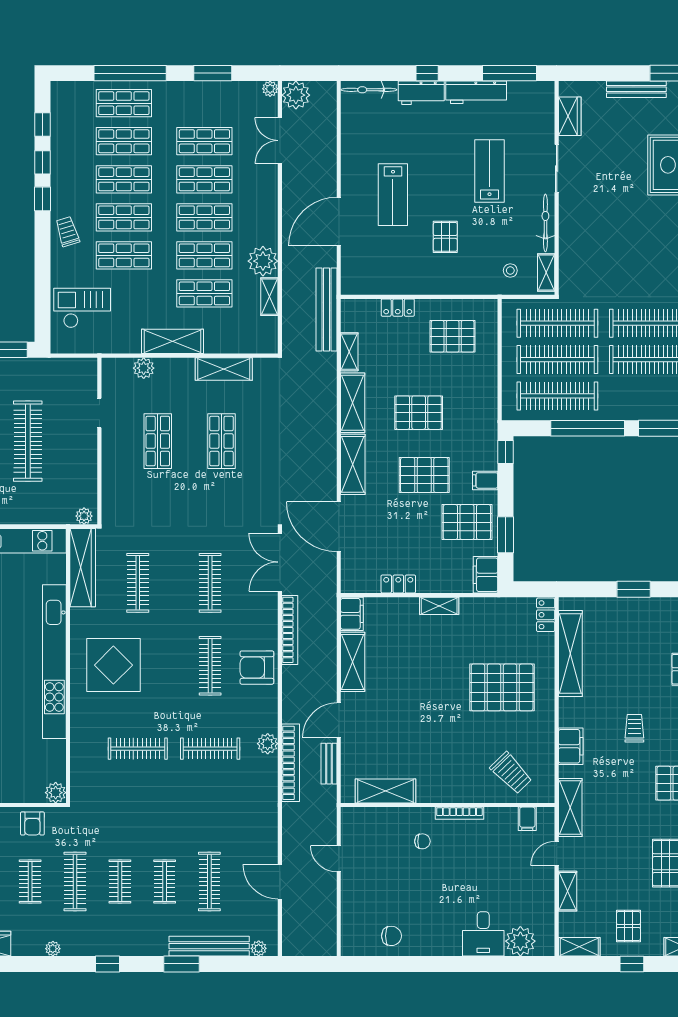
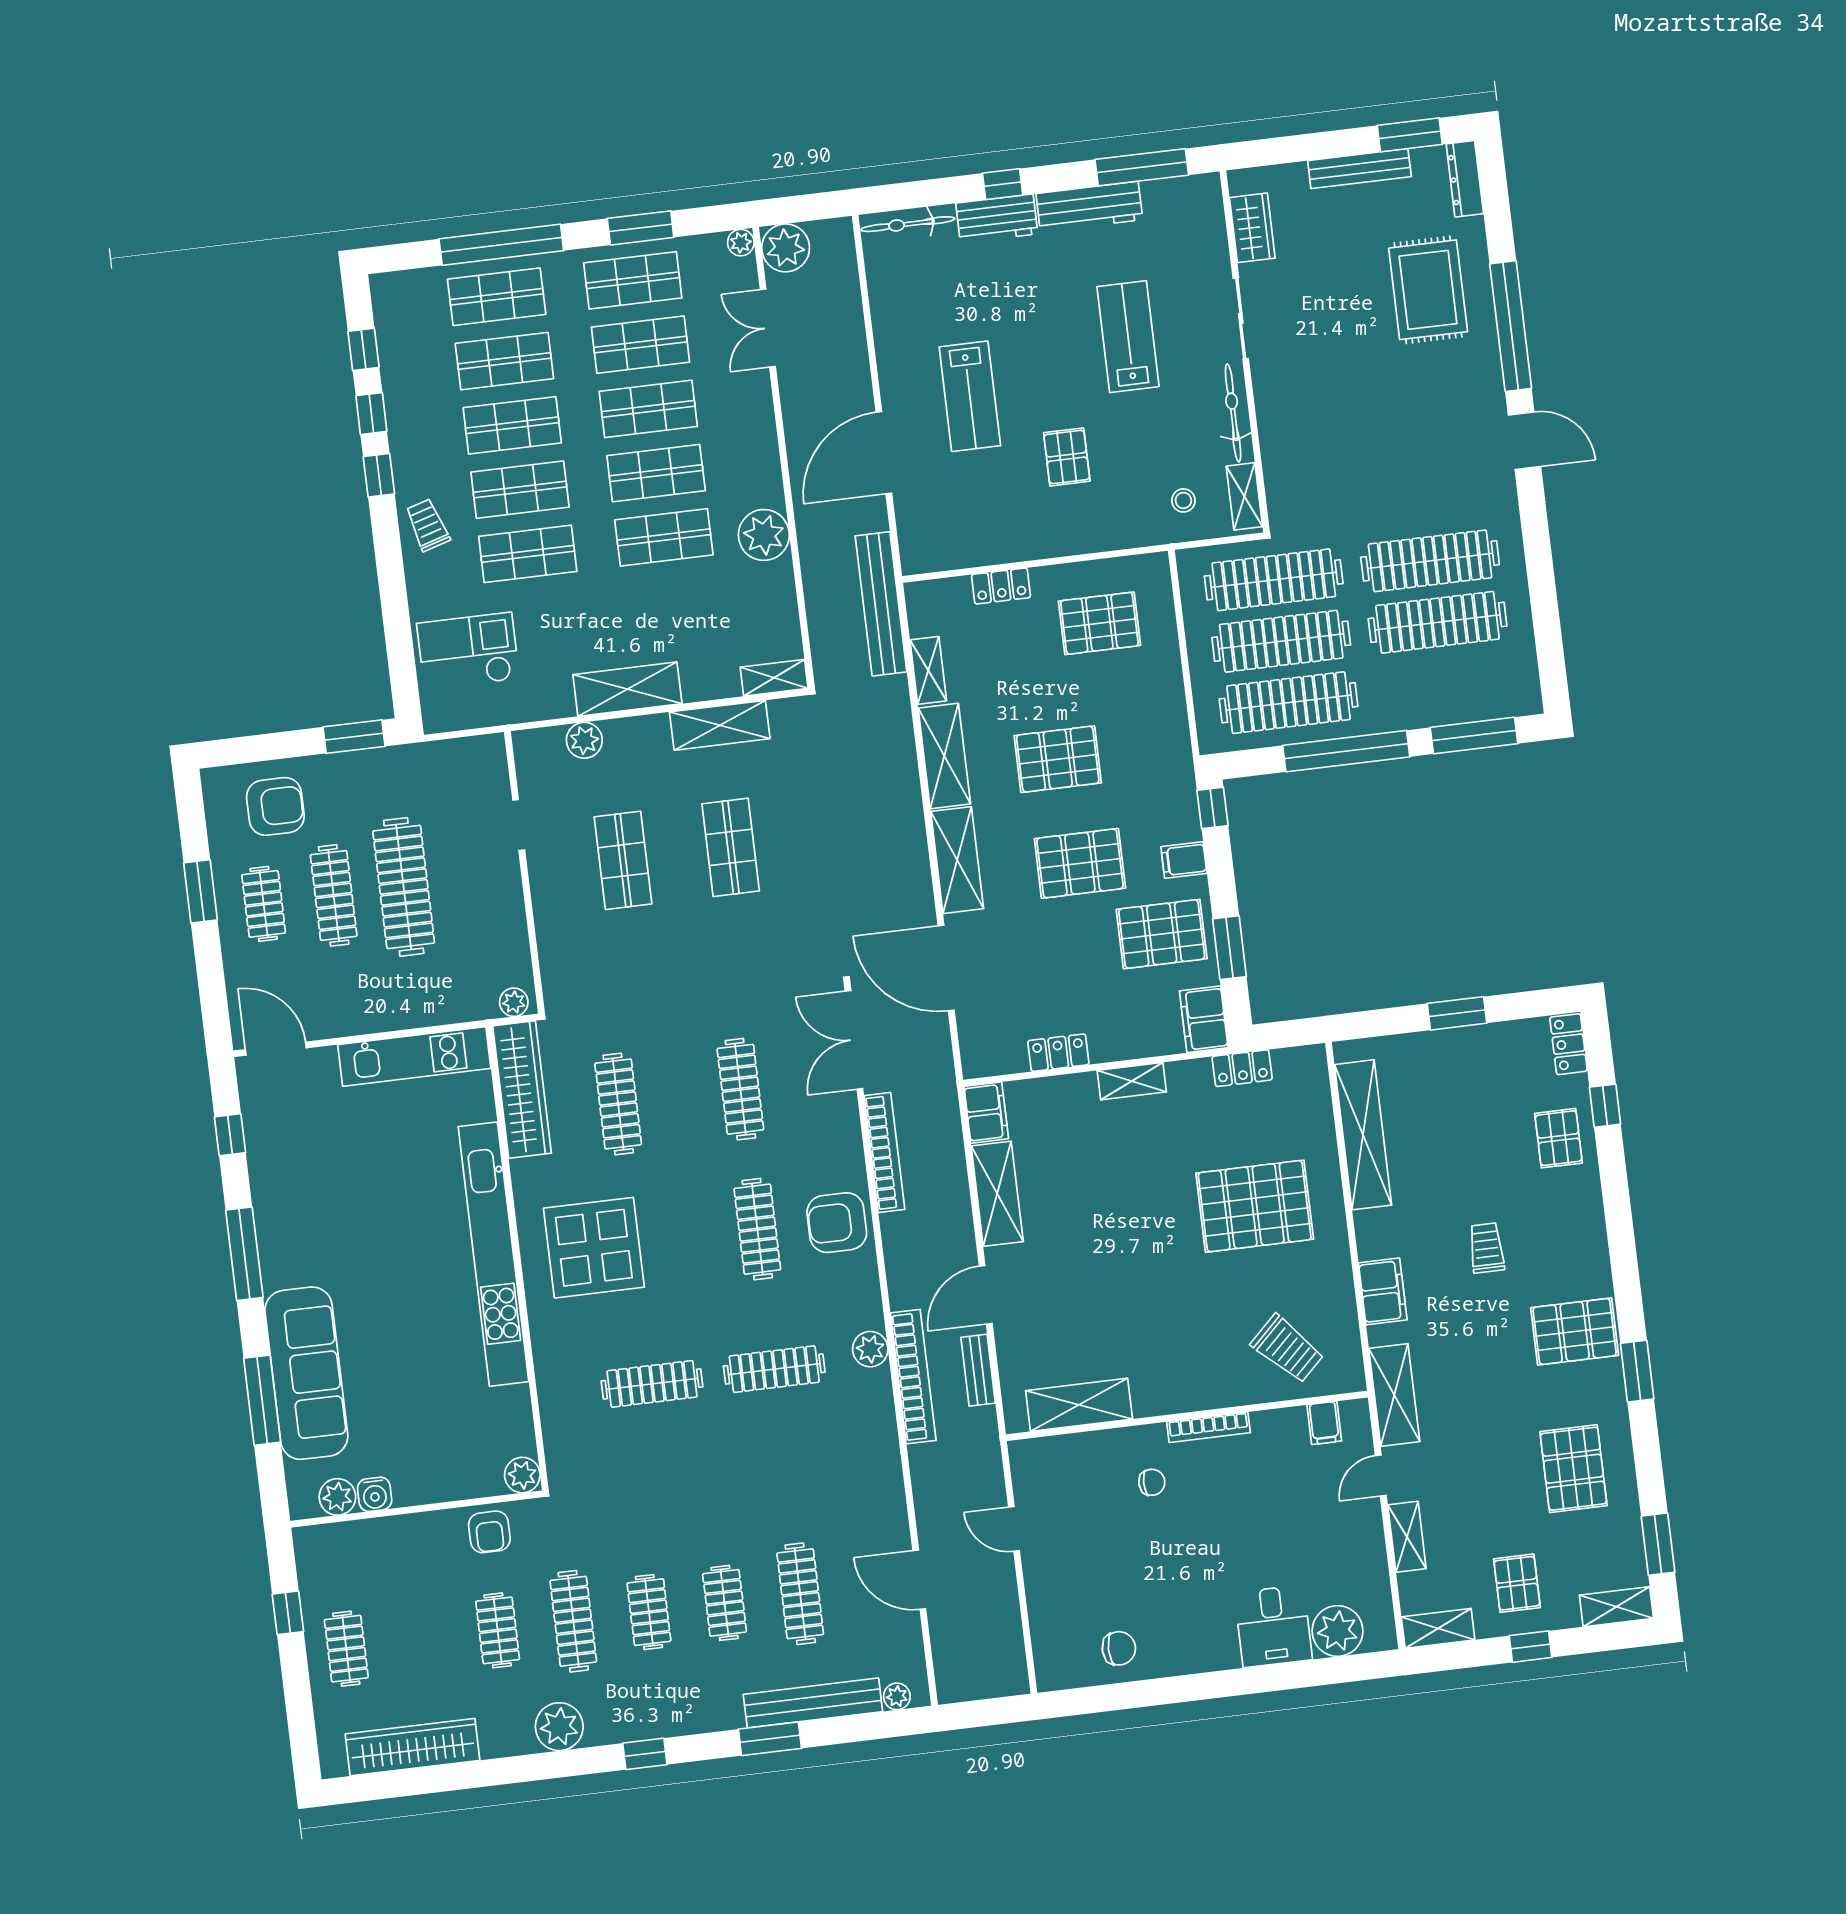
shop shelf: (204, 293) -> (633, 280), moved
shelving: (269, 297) -> (774, 678), moved, turned 90
locker: (546, 615) -> (1242, 1068), moved, turned -90
plant: (53, 949) -> (559, 1727), width x1.88, depth x1.88

